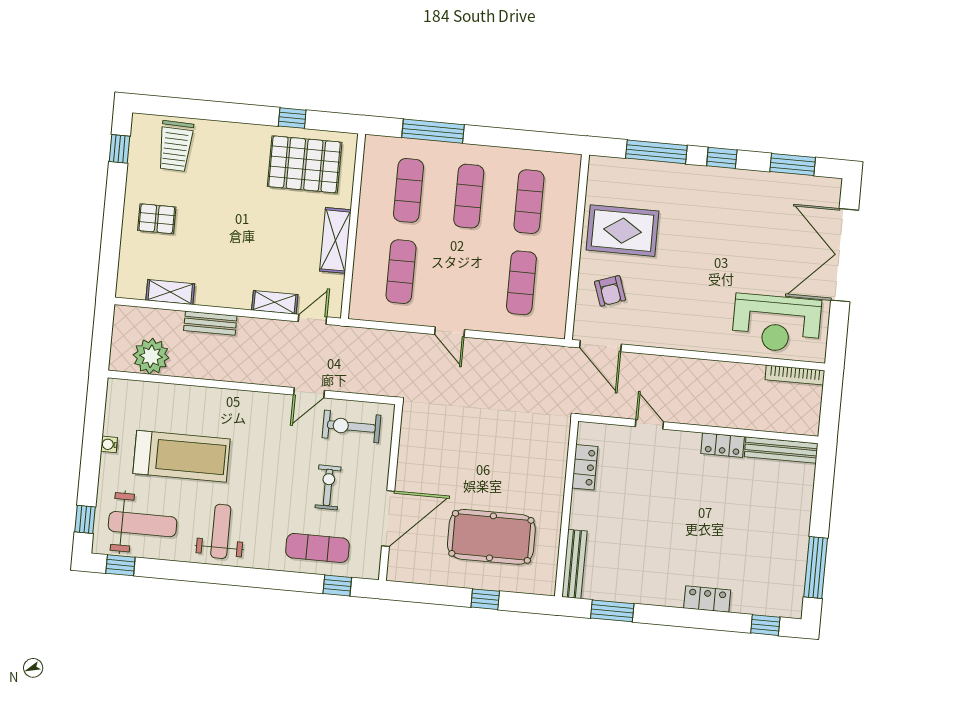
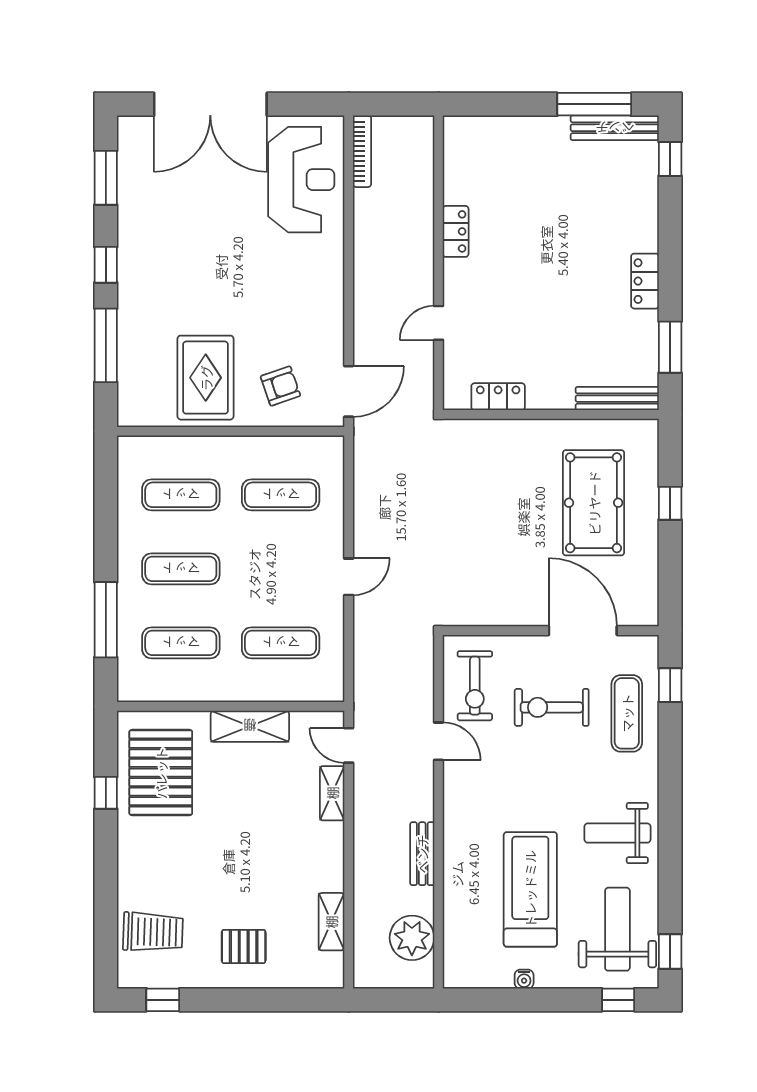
pallet: (157, 219) -> (244, 946), turned 90
bench: (210, 323) -> (422, 854), moved
bench: (781, 450) -> (615, 128), moved, turned 90
exercise bike: (328, 487) -> (552, 707), width x1.38, depth x1.39
locker: (707, 599) -> (645, 281), moved

